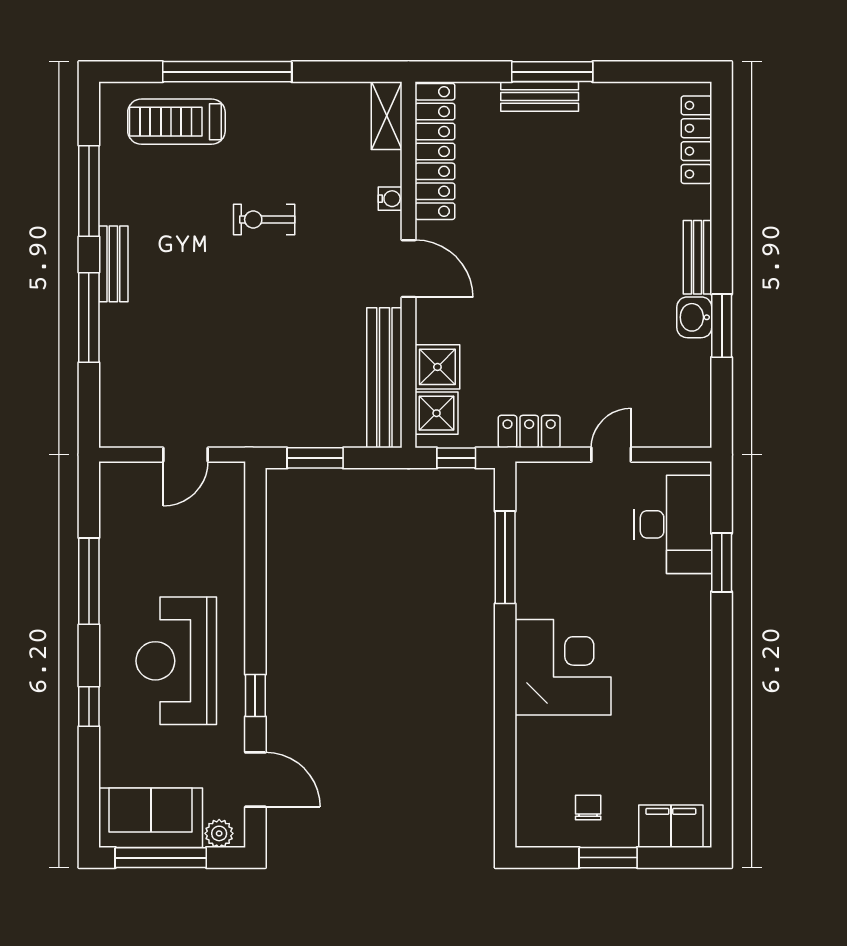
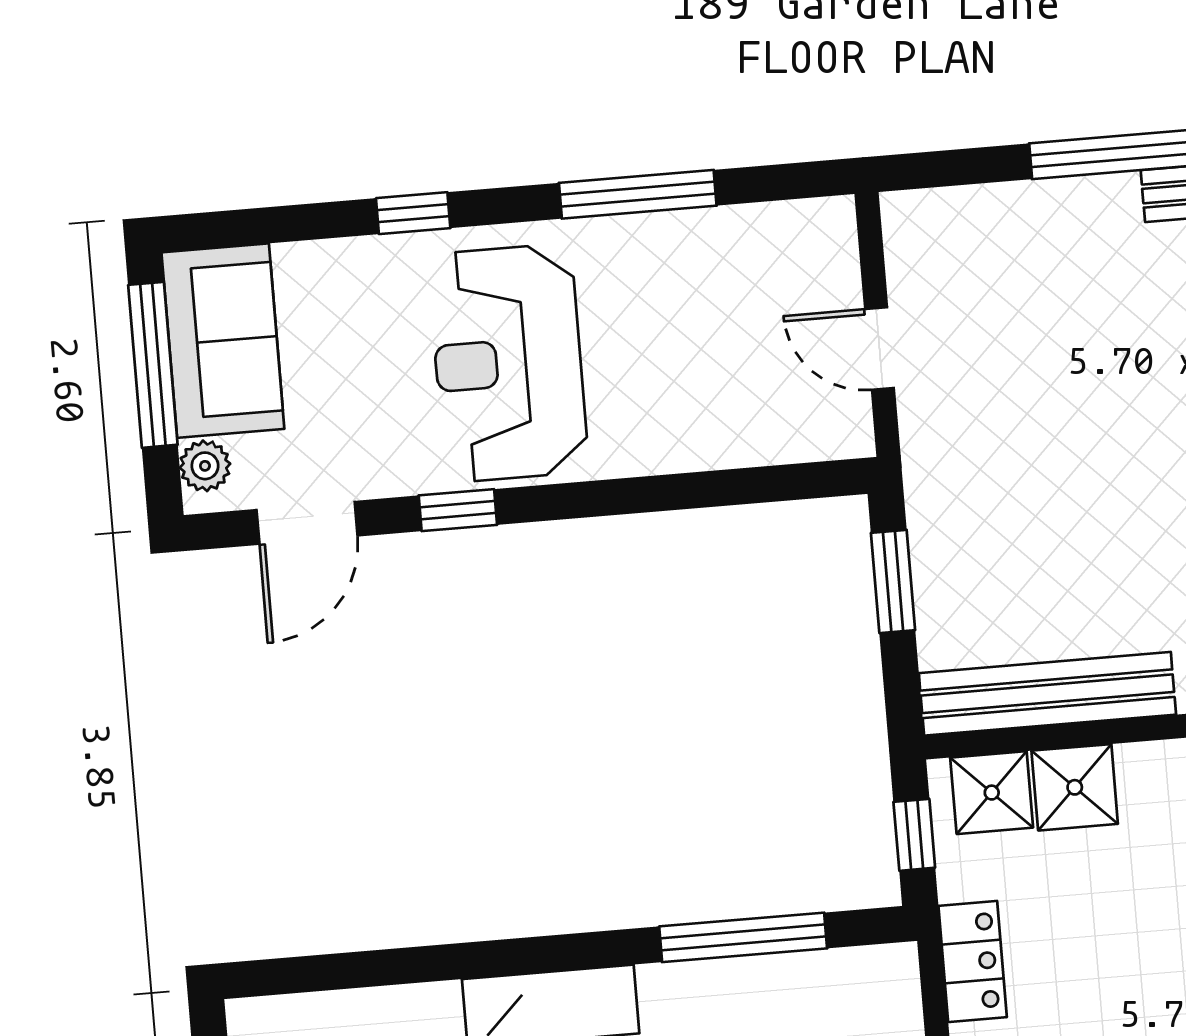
reception desk: (176, 661) -> (508, 363), turned -90

